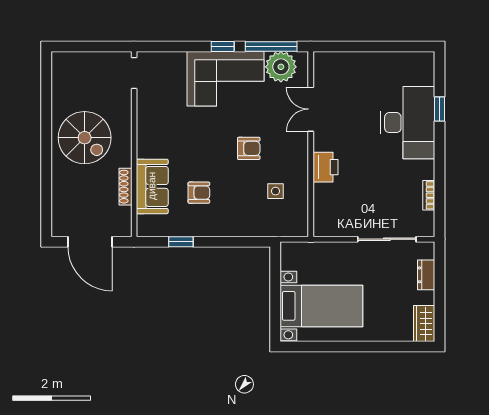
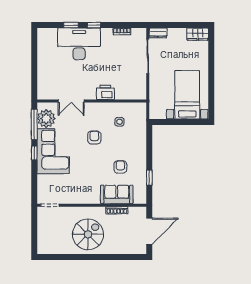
window: (439, 148) -> (94, 25), added
dresser: (426, 275) -> (158, 33), moved

